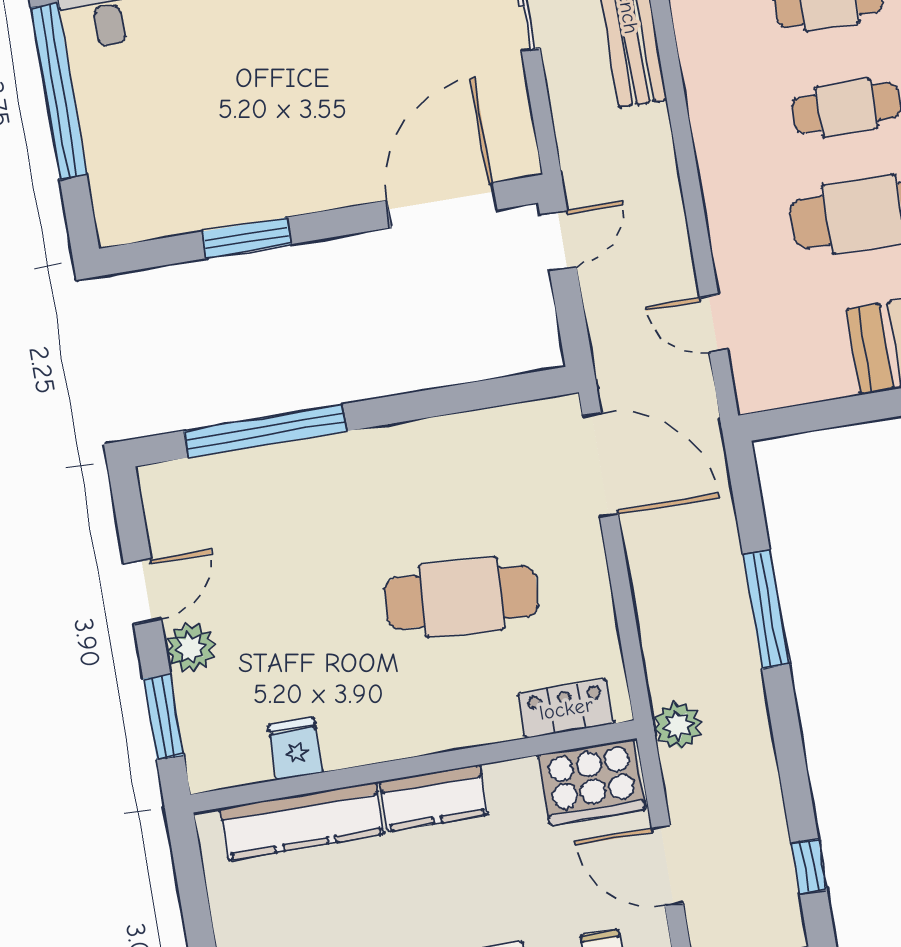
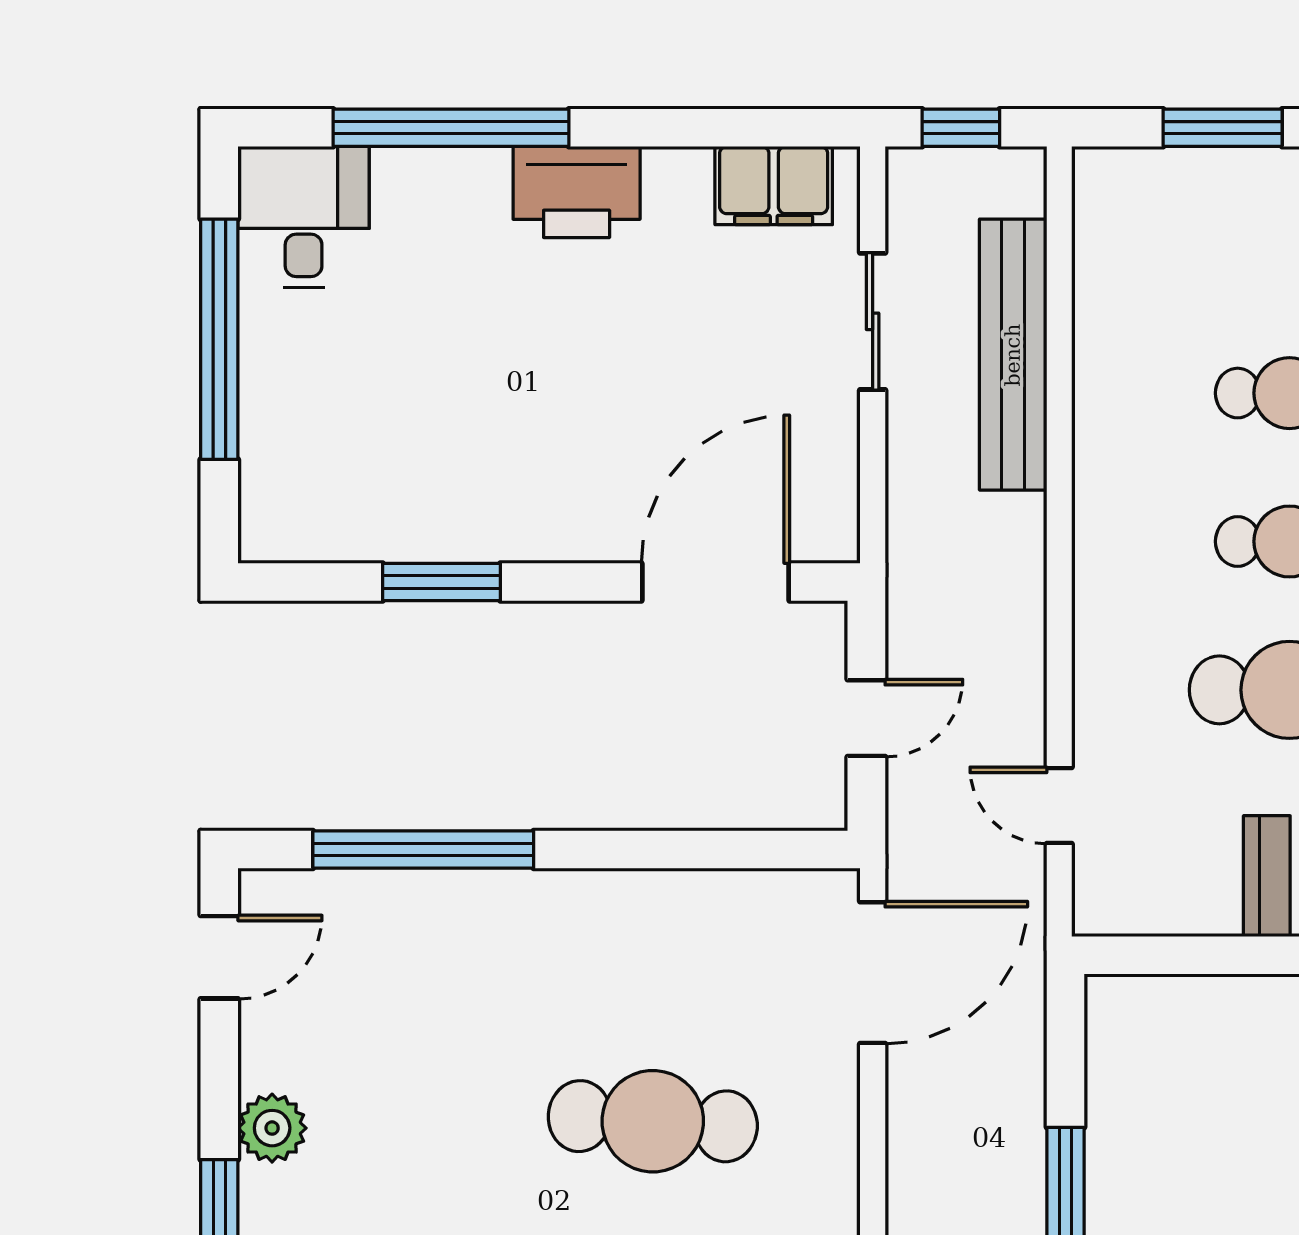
door: (558, 240) -> (866, 718), moved
door: (600, 465) -> (873, 973), hinge flipped
door: (143, 592) -> (219, 957), moved

